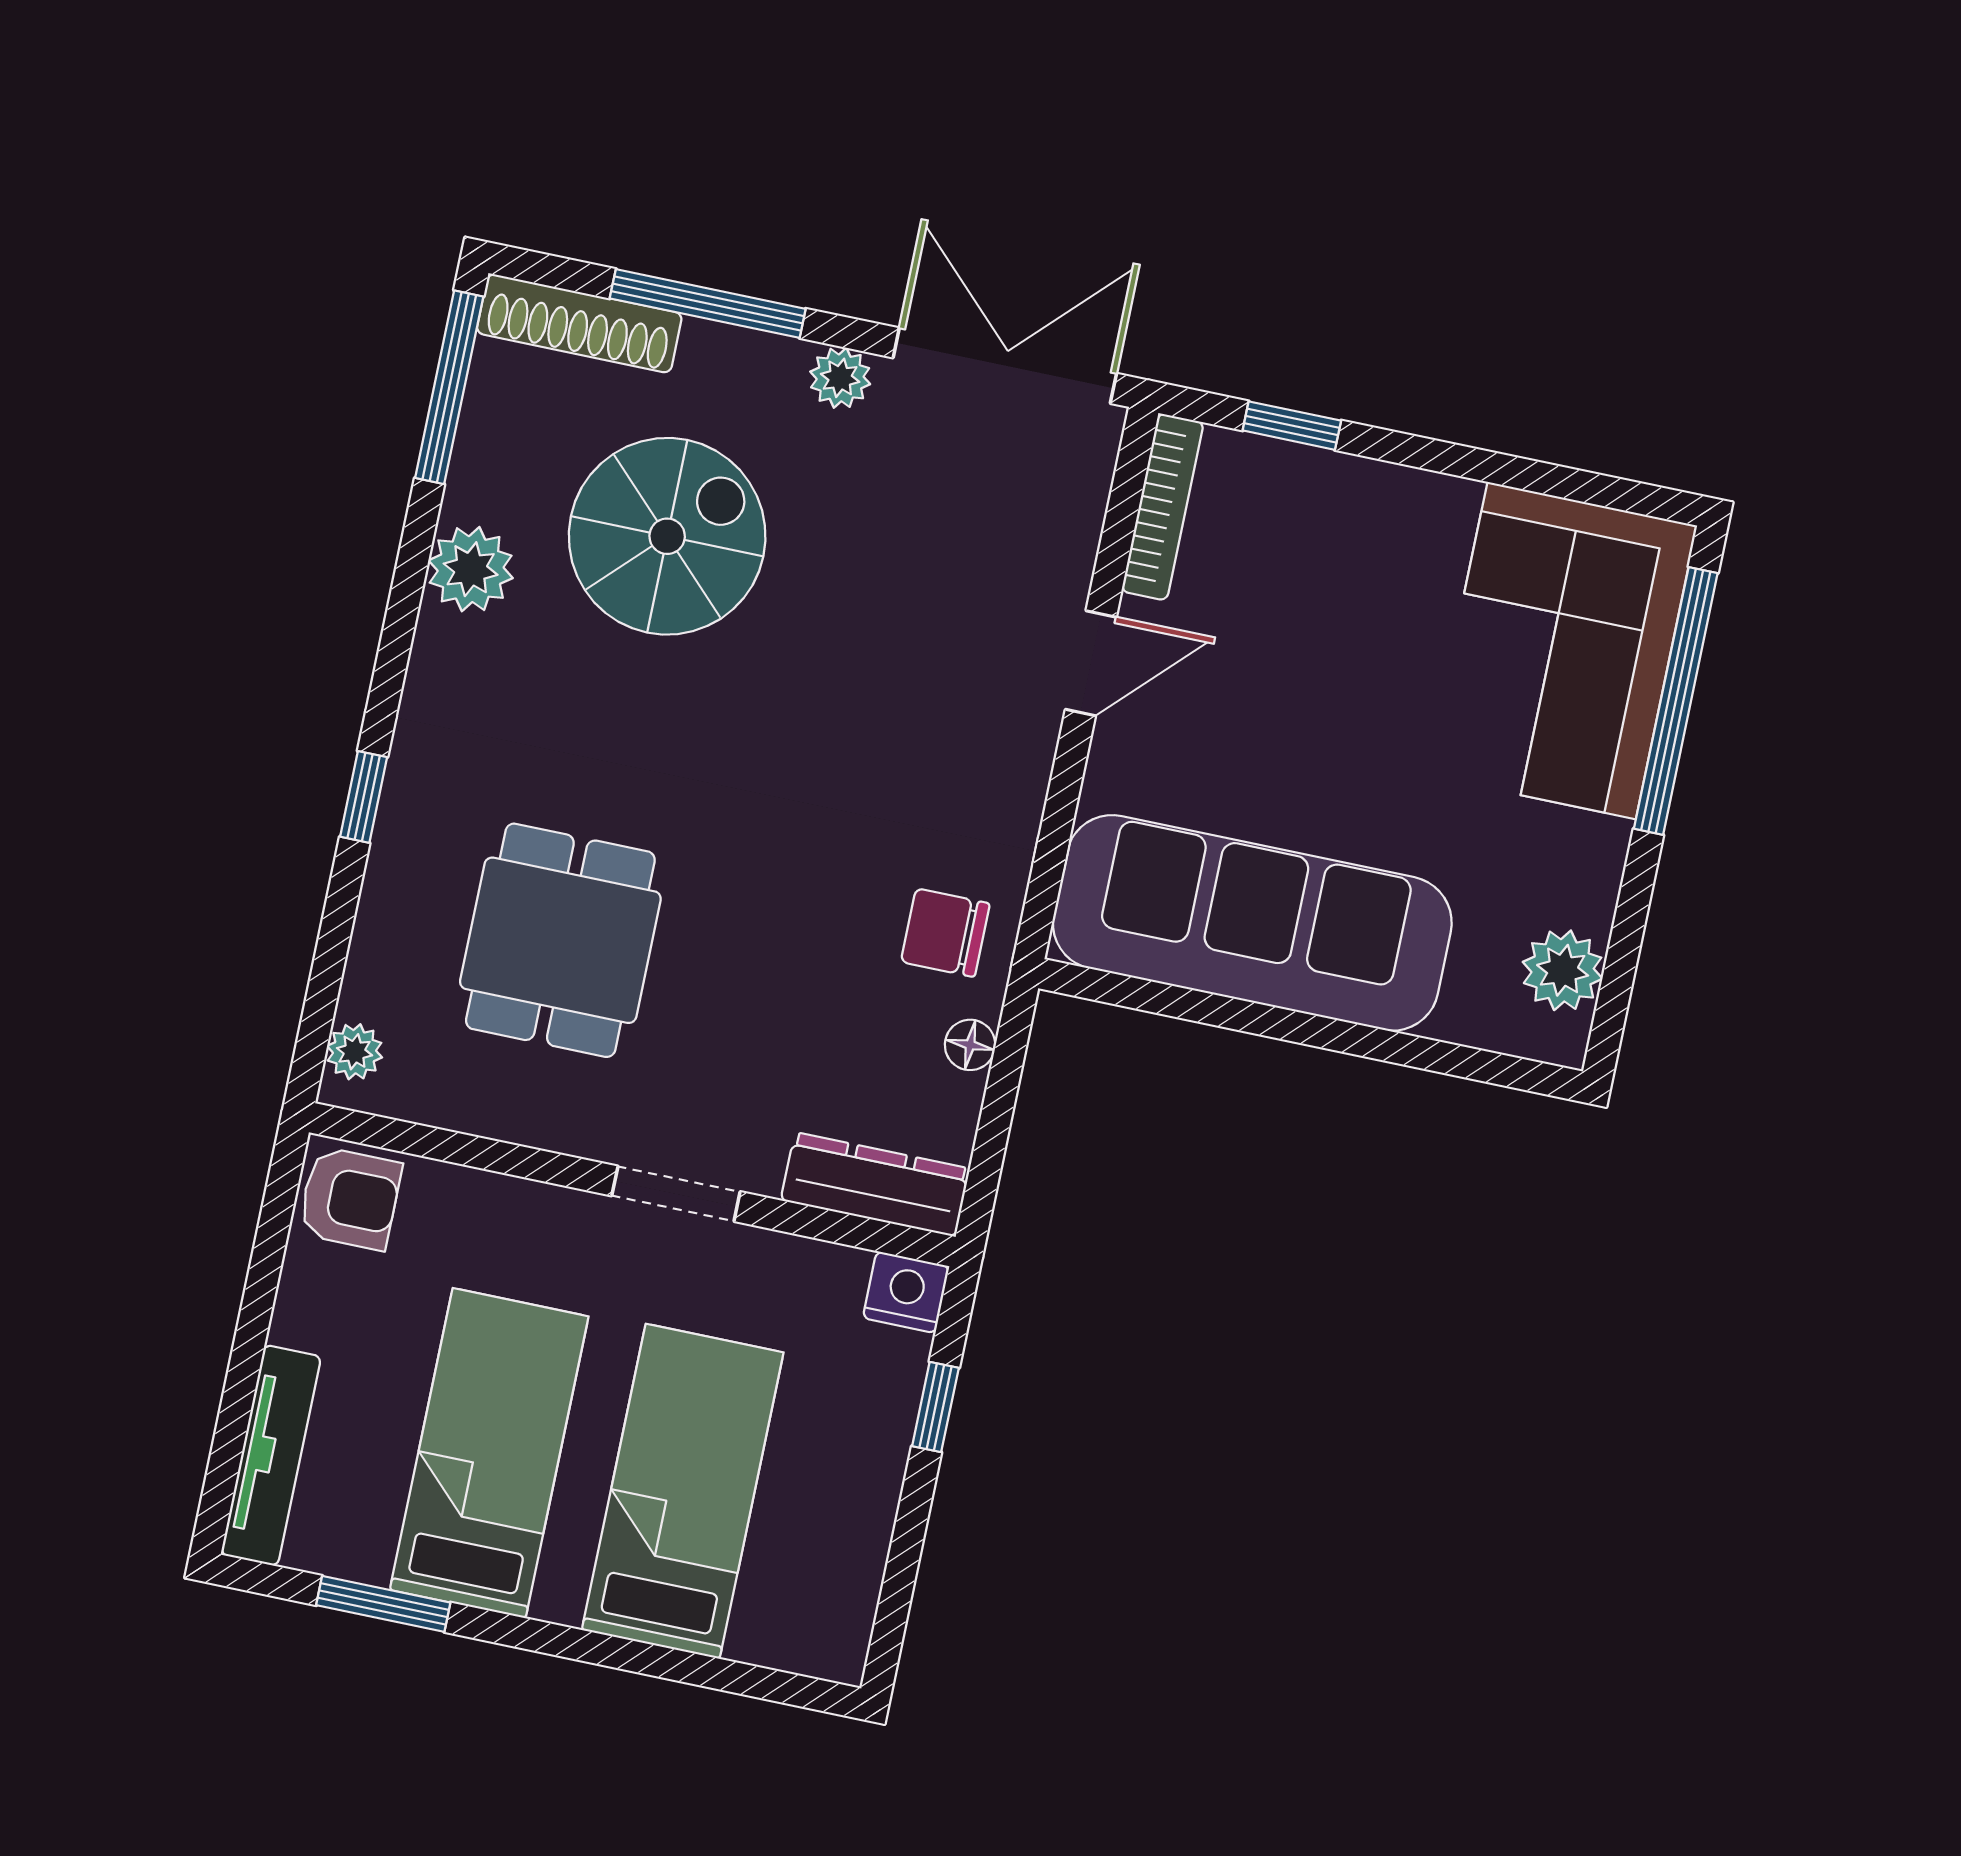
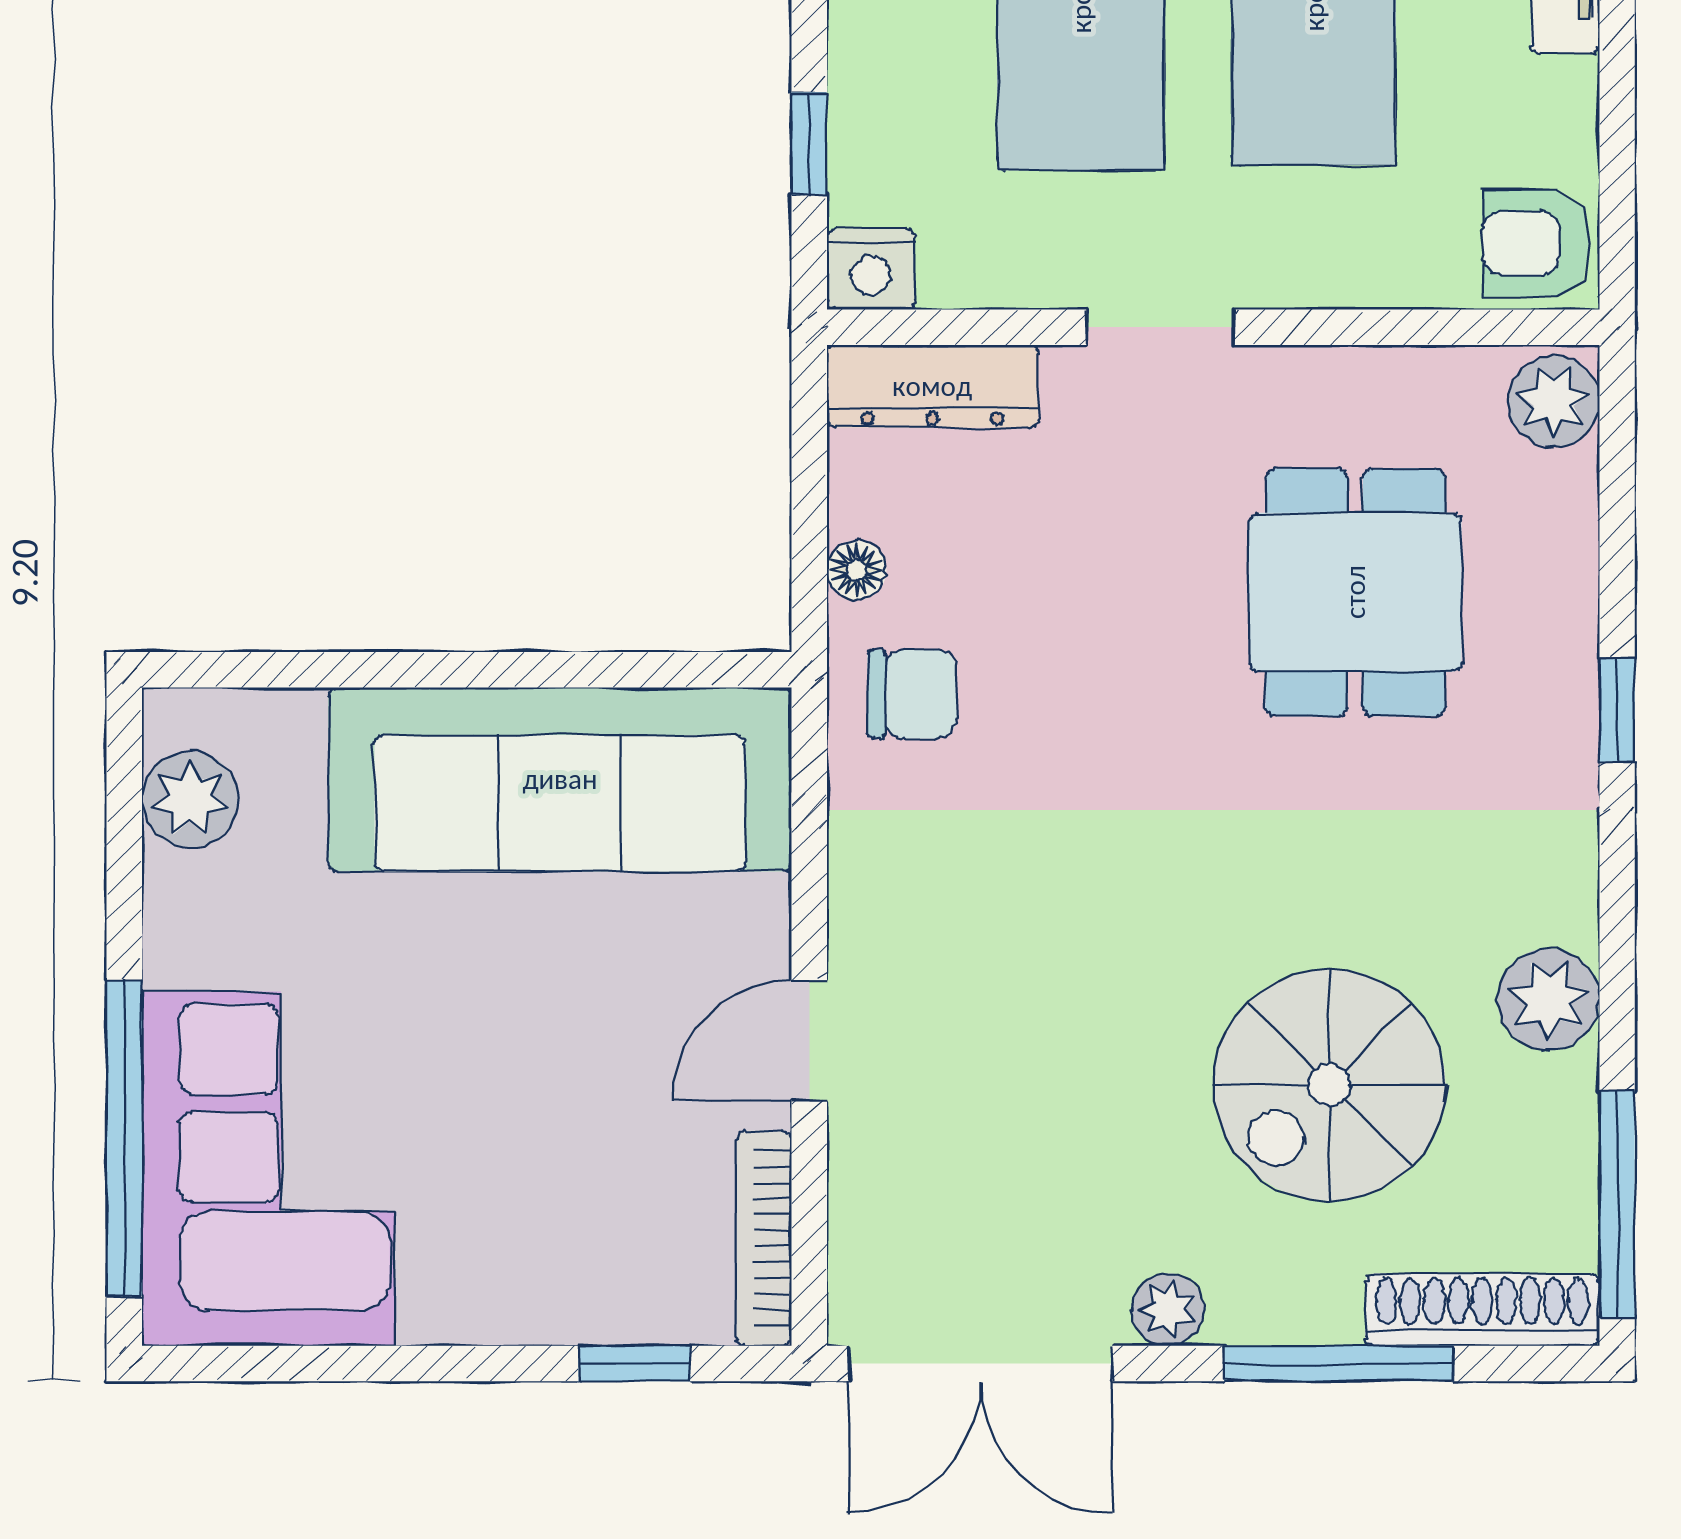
plant: (355, 1052) -> (1554, 401), width x1.38, depth x1.38

